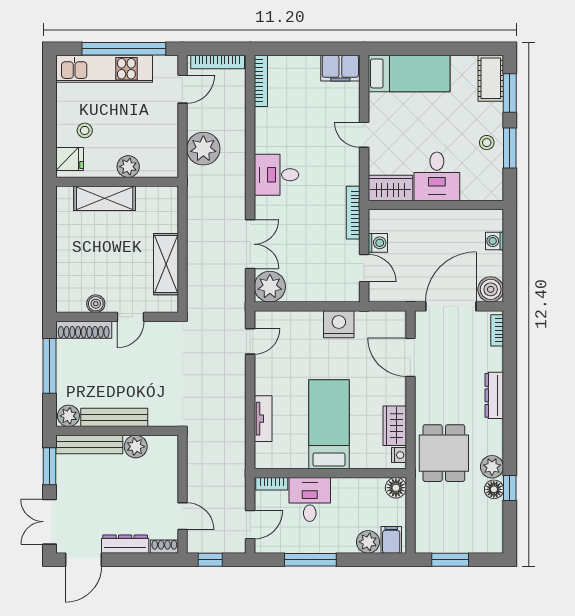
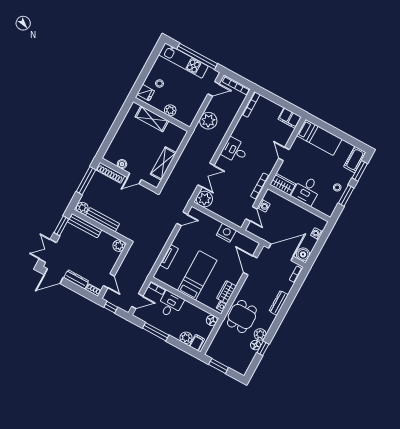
plant: (136, 447) -> (119, 246), moved

